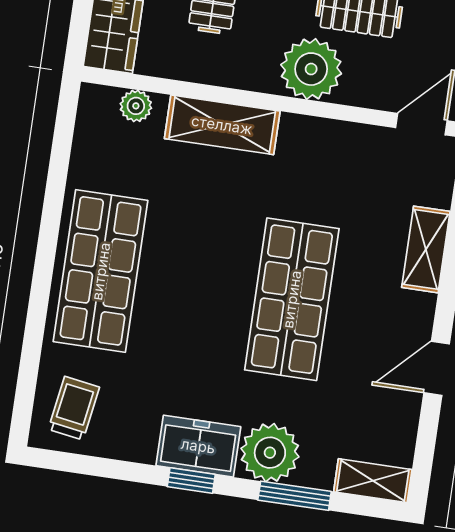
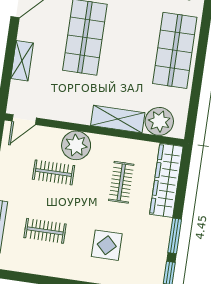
plant: (136, 106) -> (159, 121), width x1.88, depth x1.88

